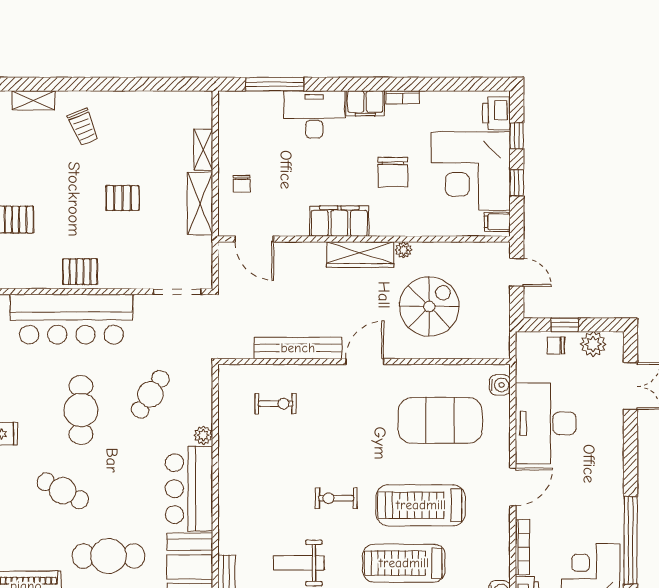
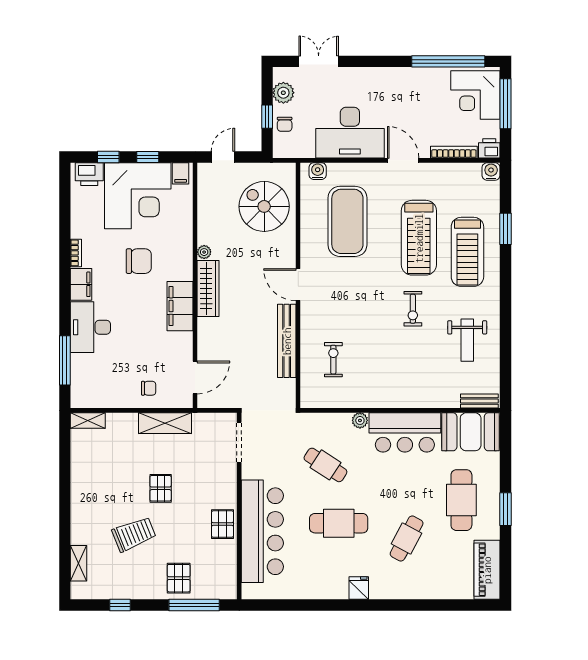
trolley: (83, 127) -> (134, 534), moved, width x1.36, depth x1.39
shelving: (203, 150) -> (88, 420), moved
spiral stairs: (429, 306) -> (264, 206), moved

